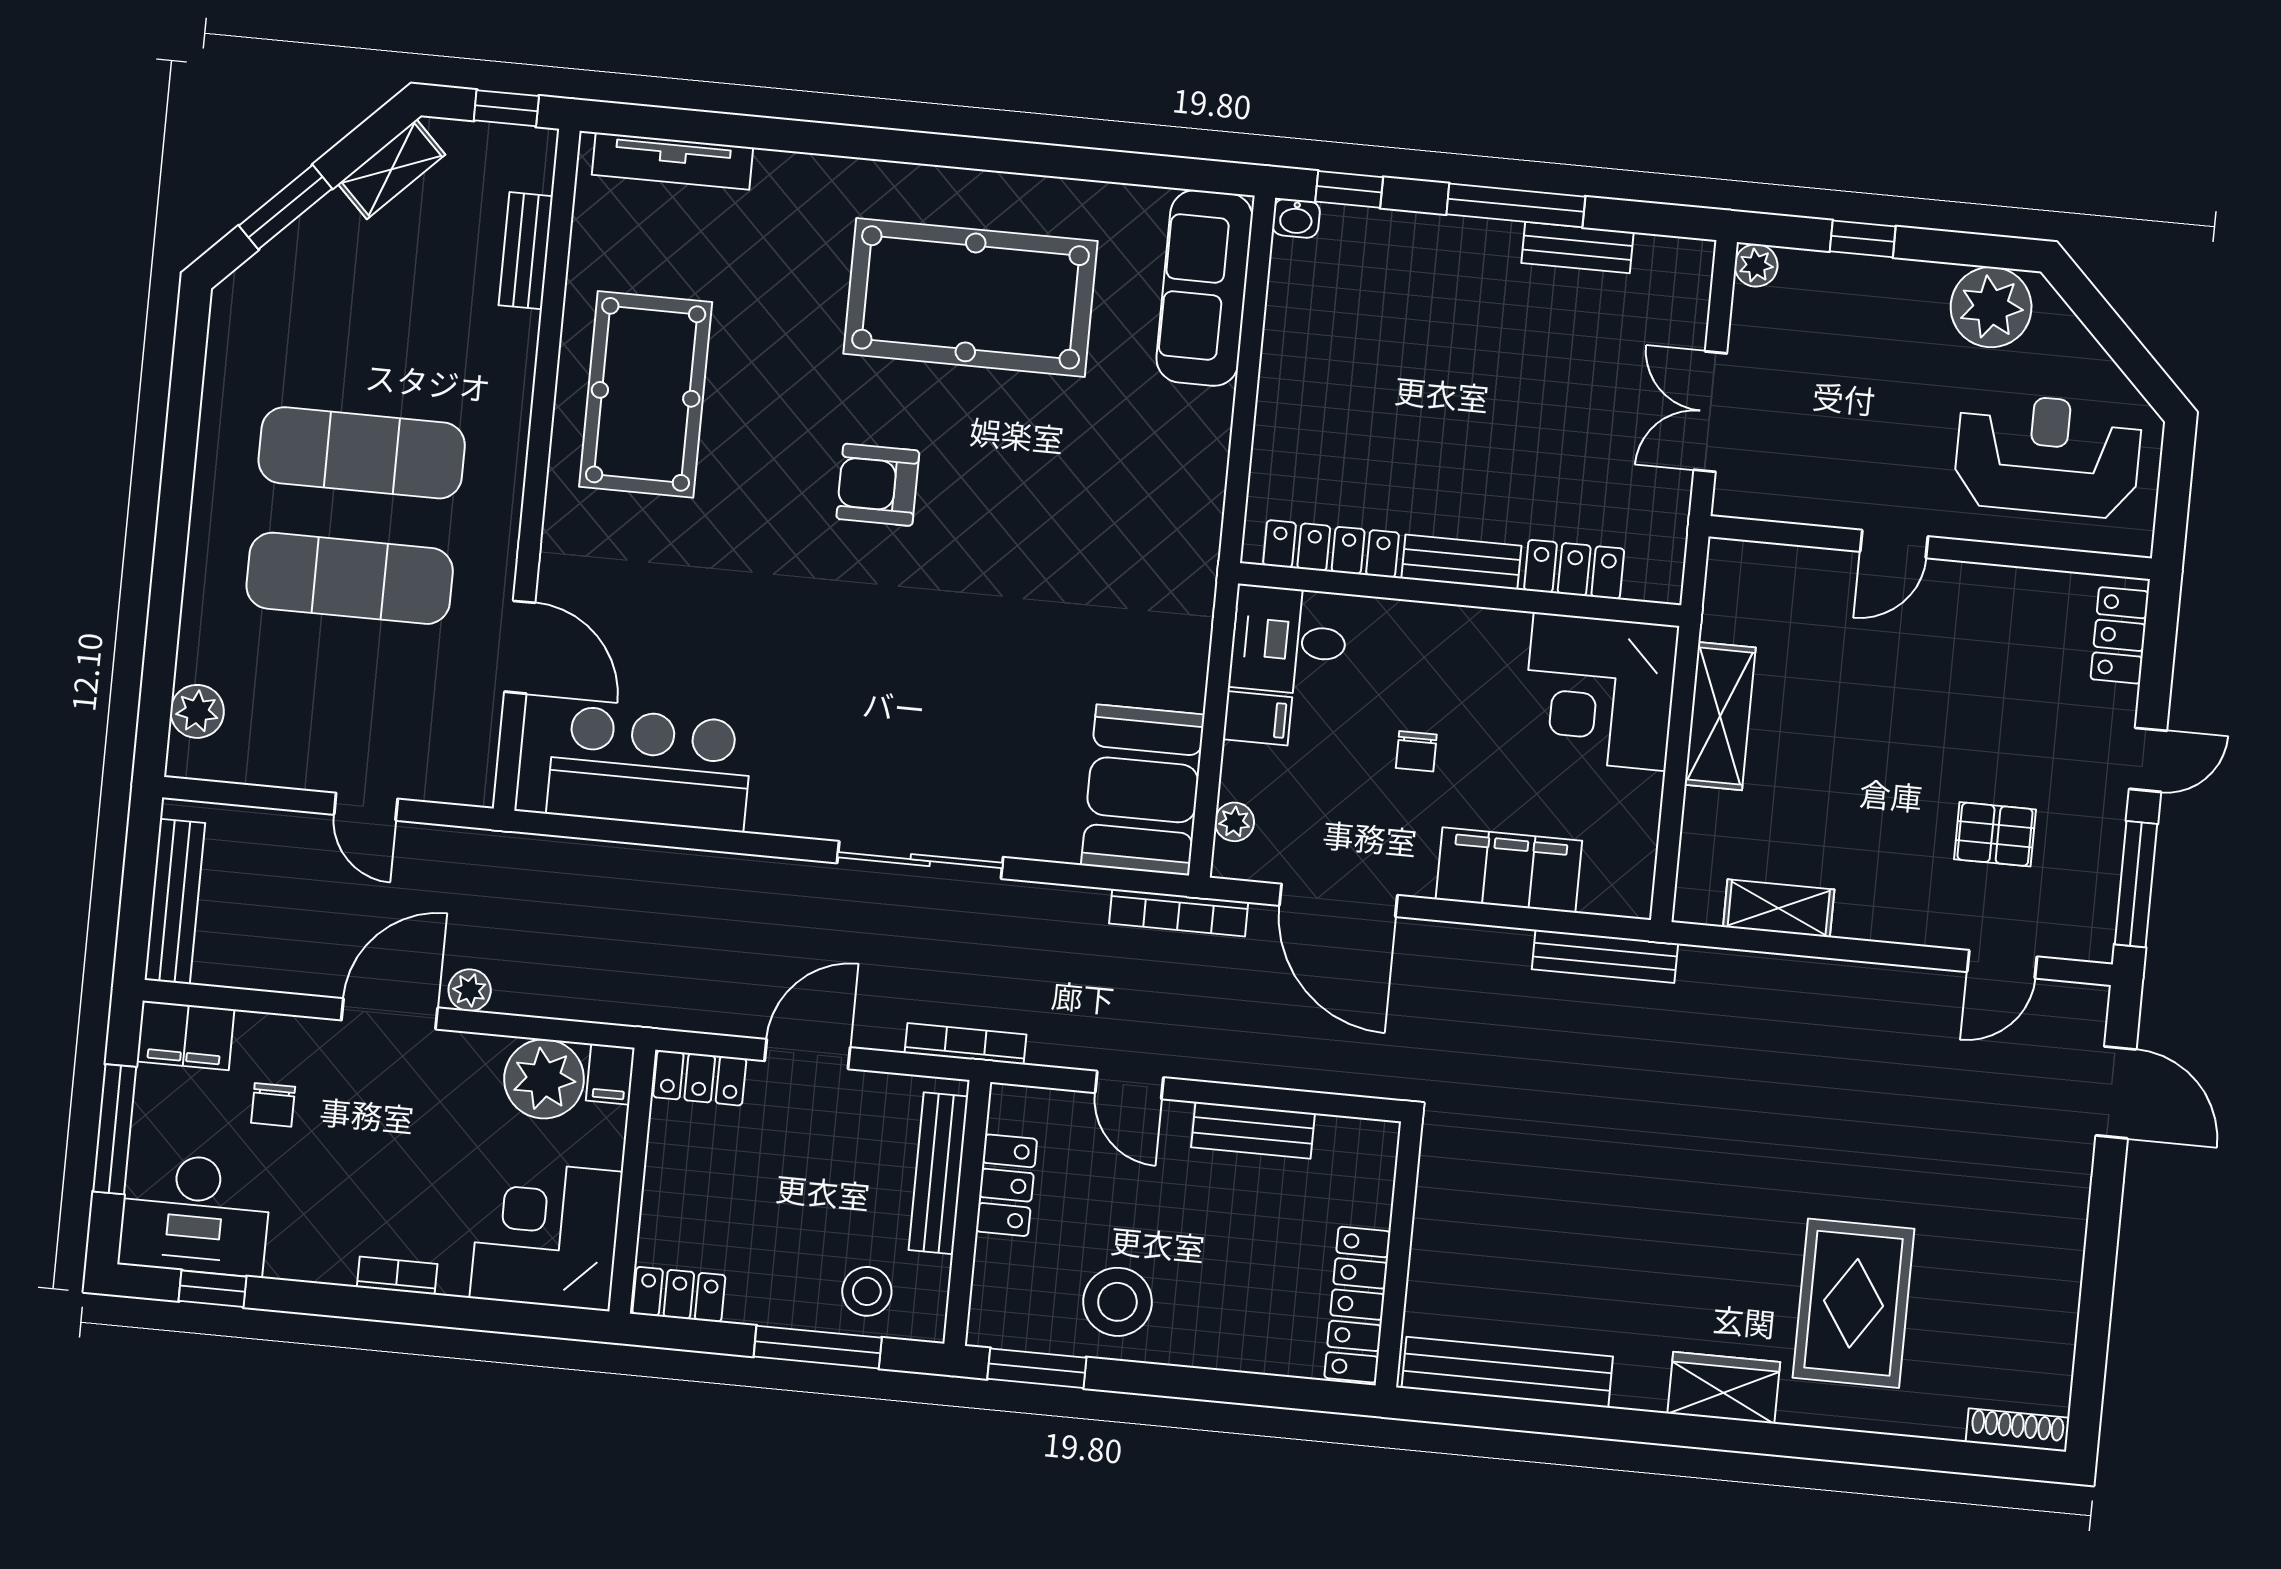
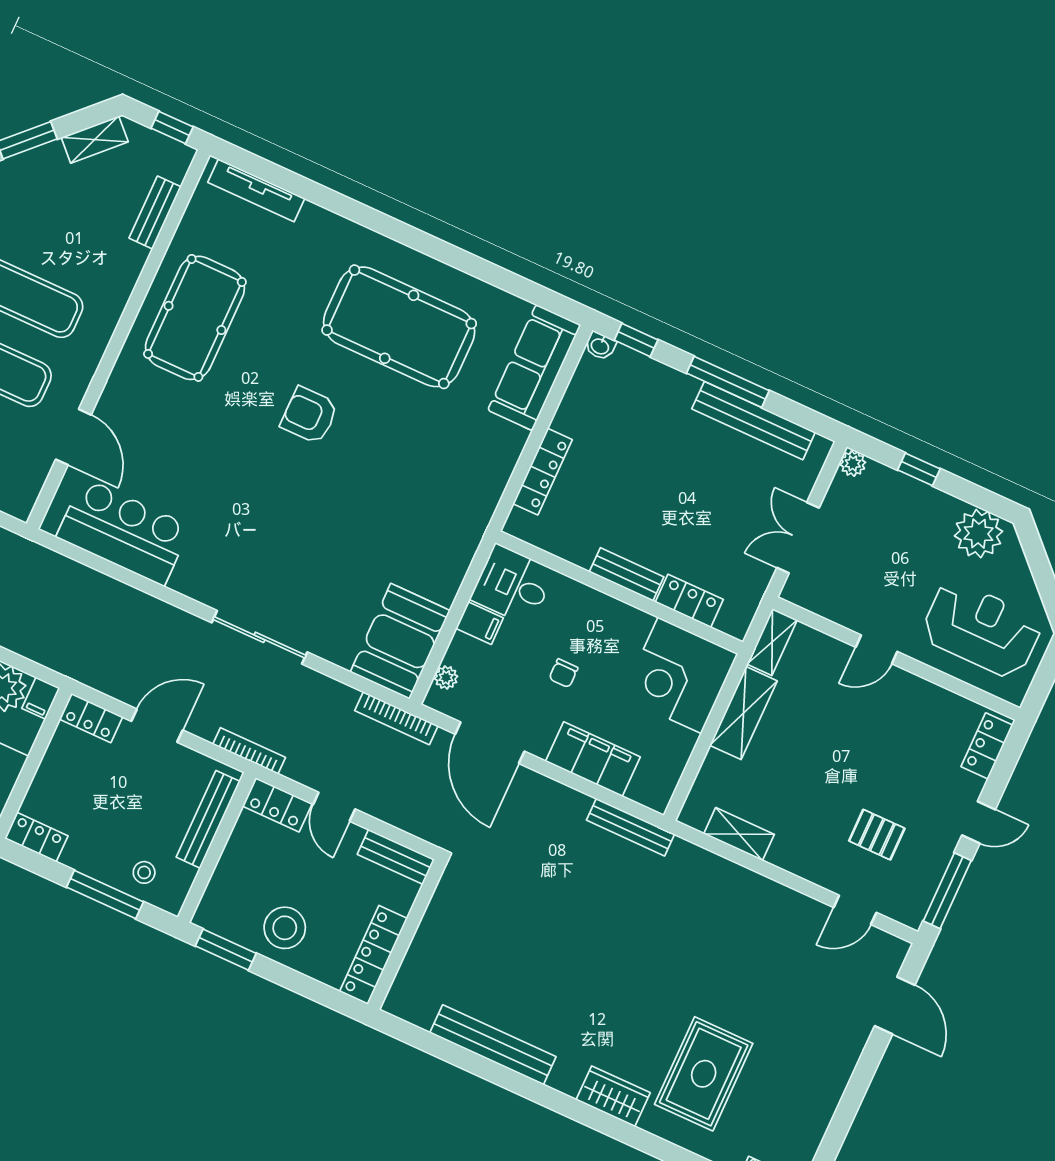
bench: (1578, 248) -> (754, 421), width x1.86, depth x1.21
locker: (1331, 549) -> (543, 472), moved, turned 90
shelving: (1726, 589) -> (772, 642), added
locker: (1006, 1185) -> (277, 805), moved, turned 90
wall: (1399, 1254) -> (407, 935), moved
stool: (867, 1291) -> (144, 872), width x0.73, depth x0.73
locker: (1357, 1305) -> (373, 955), moved

